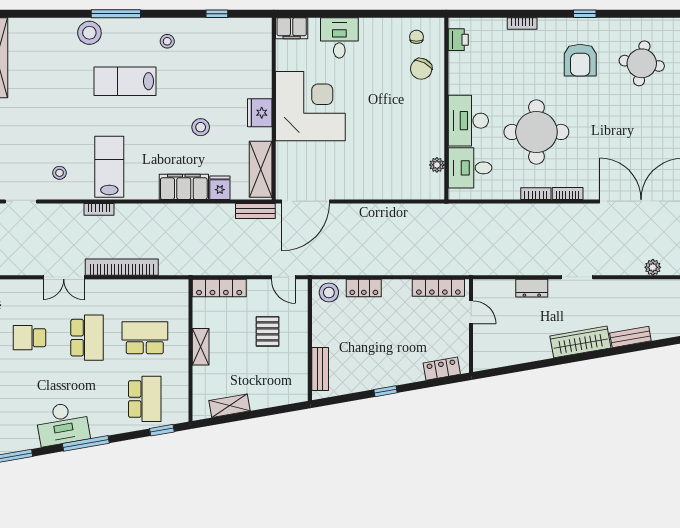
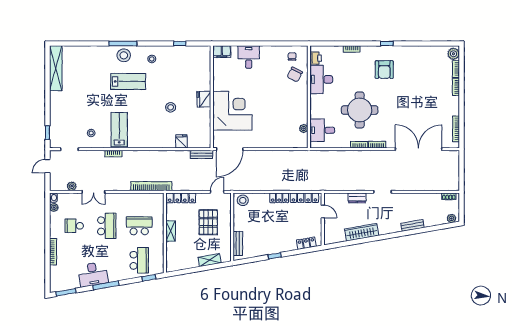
stool: (89, 33) -> (124, 55), moved
round table: (642, 63) -> (419, 71), removed
lab bench: (125, 81) -> (128, 81), turned 180
corner desk: (310, 106) -> (232, 111), moved
desk: (468, 121) -> (321, 79), moved
shelving: (261, 169) -> (204, 131), removed
filing cabinet: (184, 187) -> (161, 141), removed
bookcase: (122, 267) -> (151, 186), moved
plant: (653, 267) -> (72, 186), moved
door: (283, 277) -> (217, 192), swing flipped
locker: (364, 288) -> (279, 198), moved
pallet: (267, 331) -> (208, 222), width x1.50, depth x1.42
wardrobe: (580, 342) -> (362, 232), moved
shelving: (229, 406) -> (210, 260), moved

